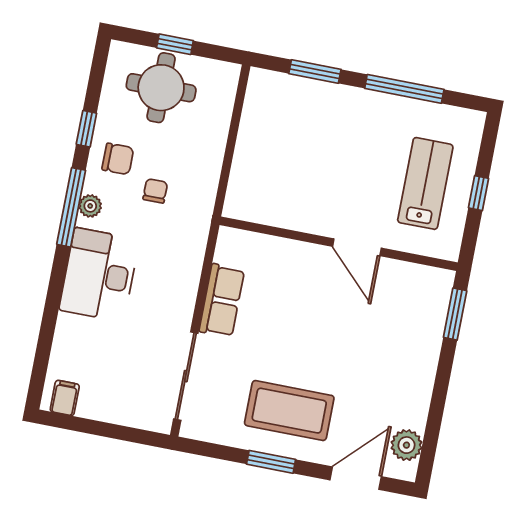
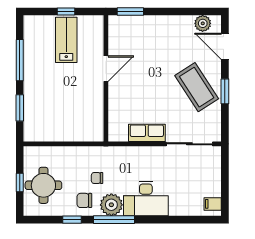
chair: (118, 159) -> (84, 200), turned -90
lab bench: (425, 183) -> (66, 40), turned 90
plant: (90, 206) -> (111, 205), width x1.87, depth x1.87
coffee table: (289, 411) -> (197, 87), turned -33

